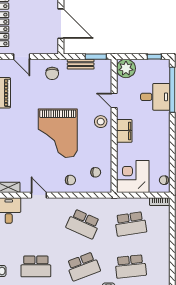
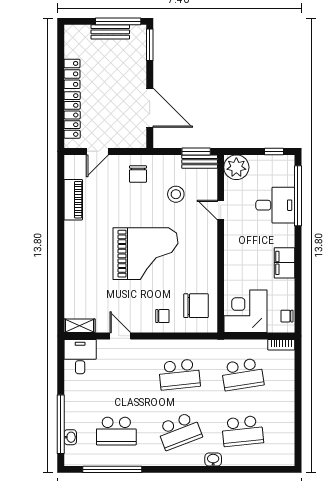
door: (22, 57) -> (97, 151), hinge flipped
bench: (81, 64) -> (200, 162), moved
stool: (101, 122) -> (176, 194), moved
filing cabinet: (124, 131) -> (284, 263), moved, turned 180
grand piano: (58, 133) -> (145, 254), turned -90
chair: (96, 172) -> (196, 306), width x1.87, depth x1.87
school desk: (83, 224) -> (179, 374), turned -30

